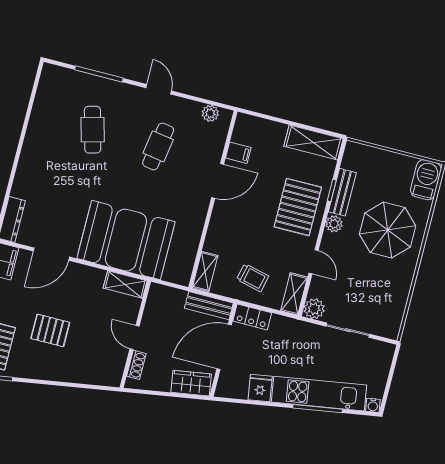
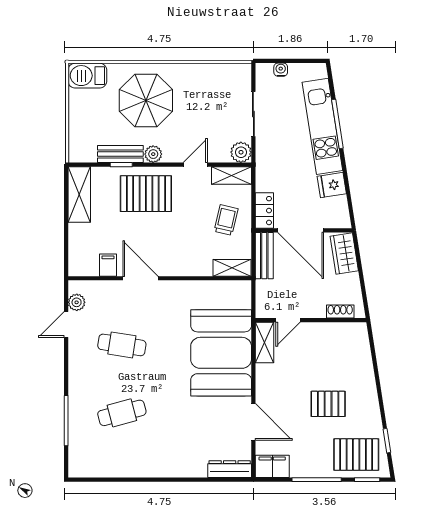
door: (159, 89) -> (66, 325), moved
pallet: (50, 330) -> (328, 404), turned 90
door: (134, 338) -> (288, 320), moved
water cooler: (373, 405) -> (281, 70), moved, turned -81

